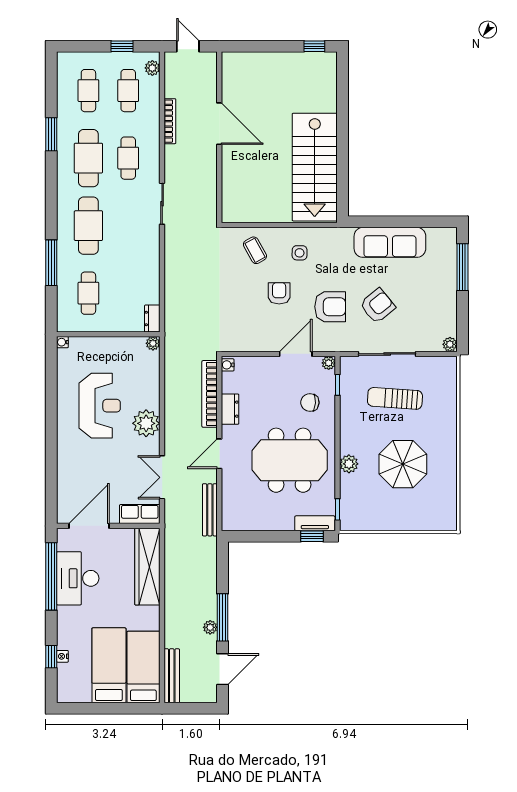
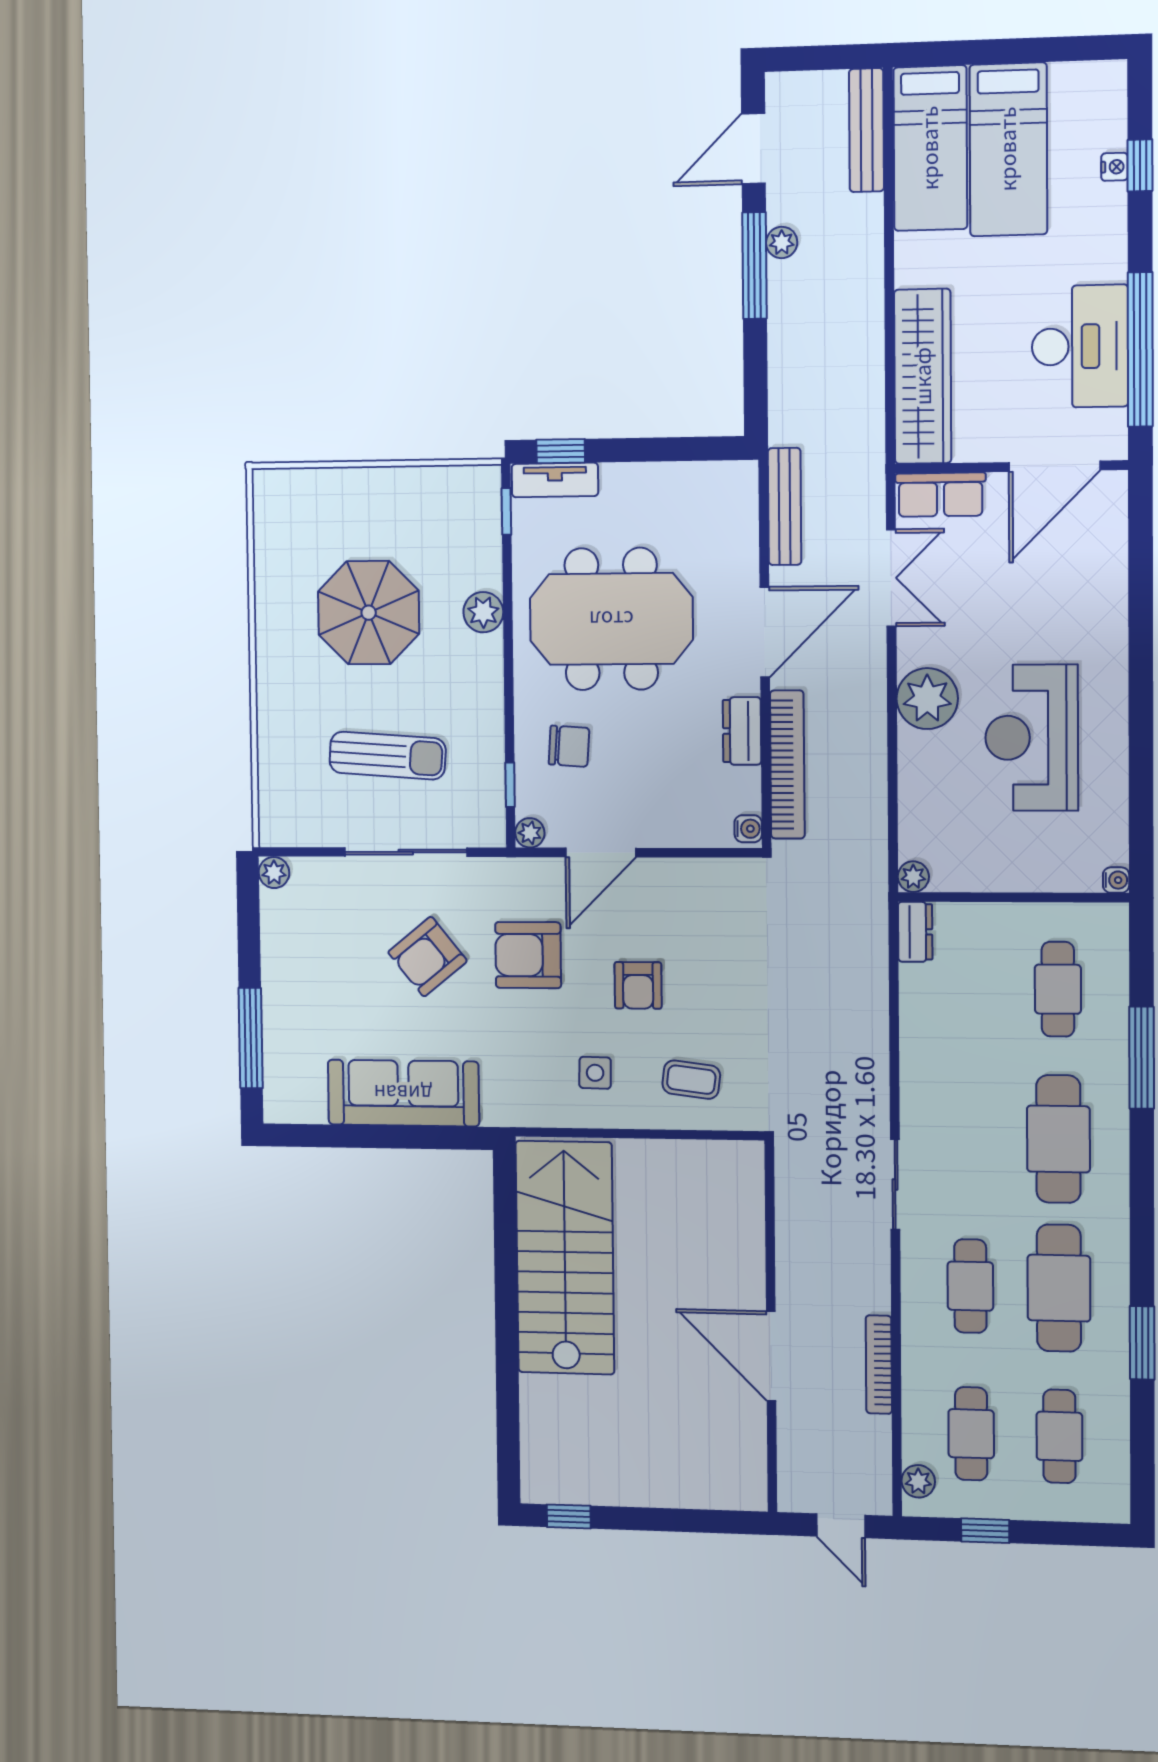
coffee table: (255, 250) -> (691, 1080), turned -54
door: (219, 454) -> (765, 632), width x1.36

